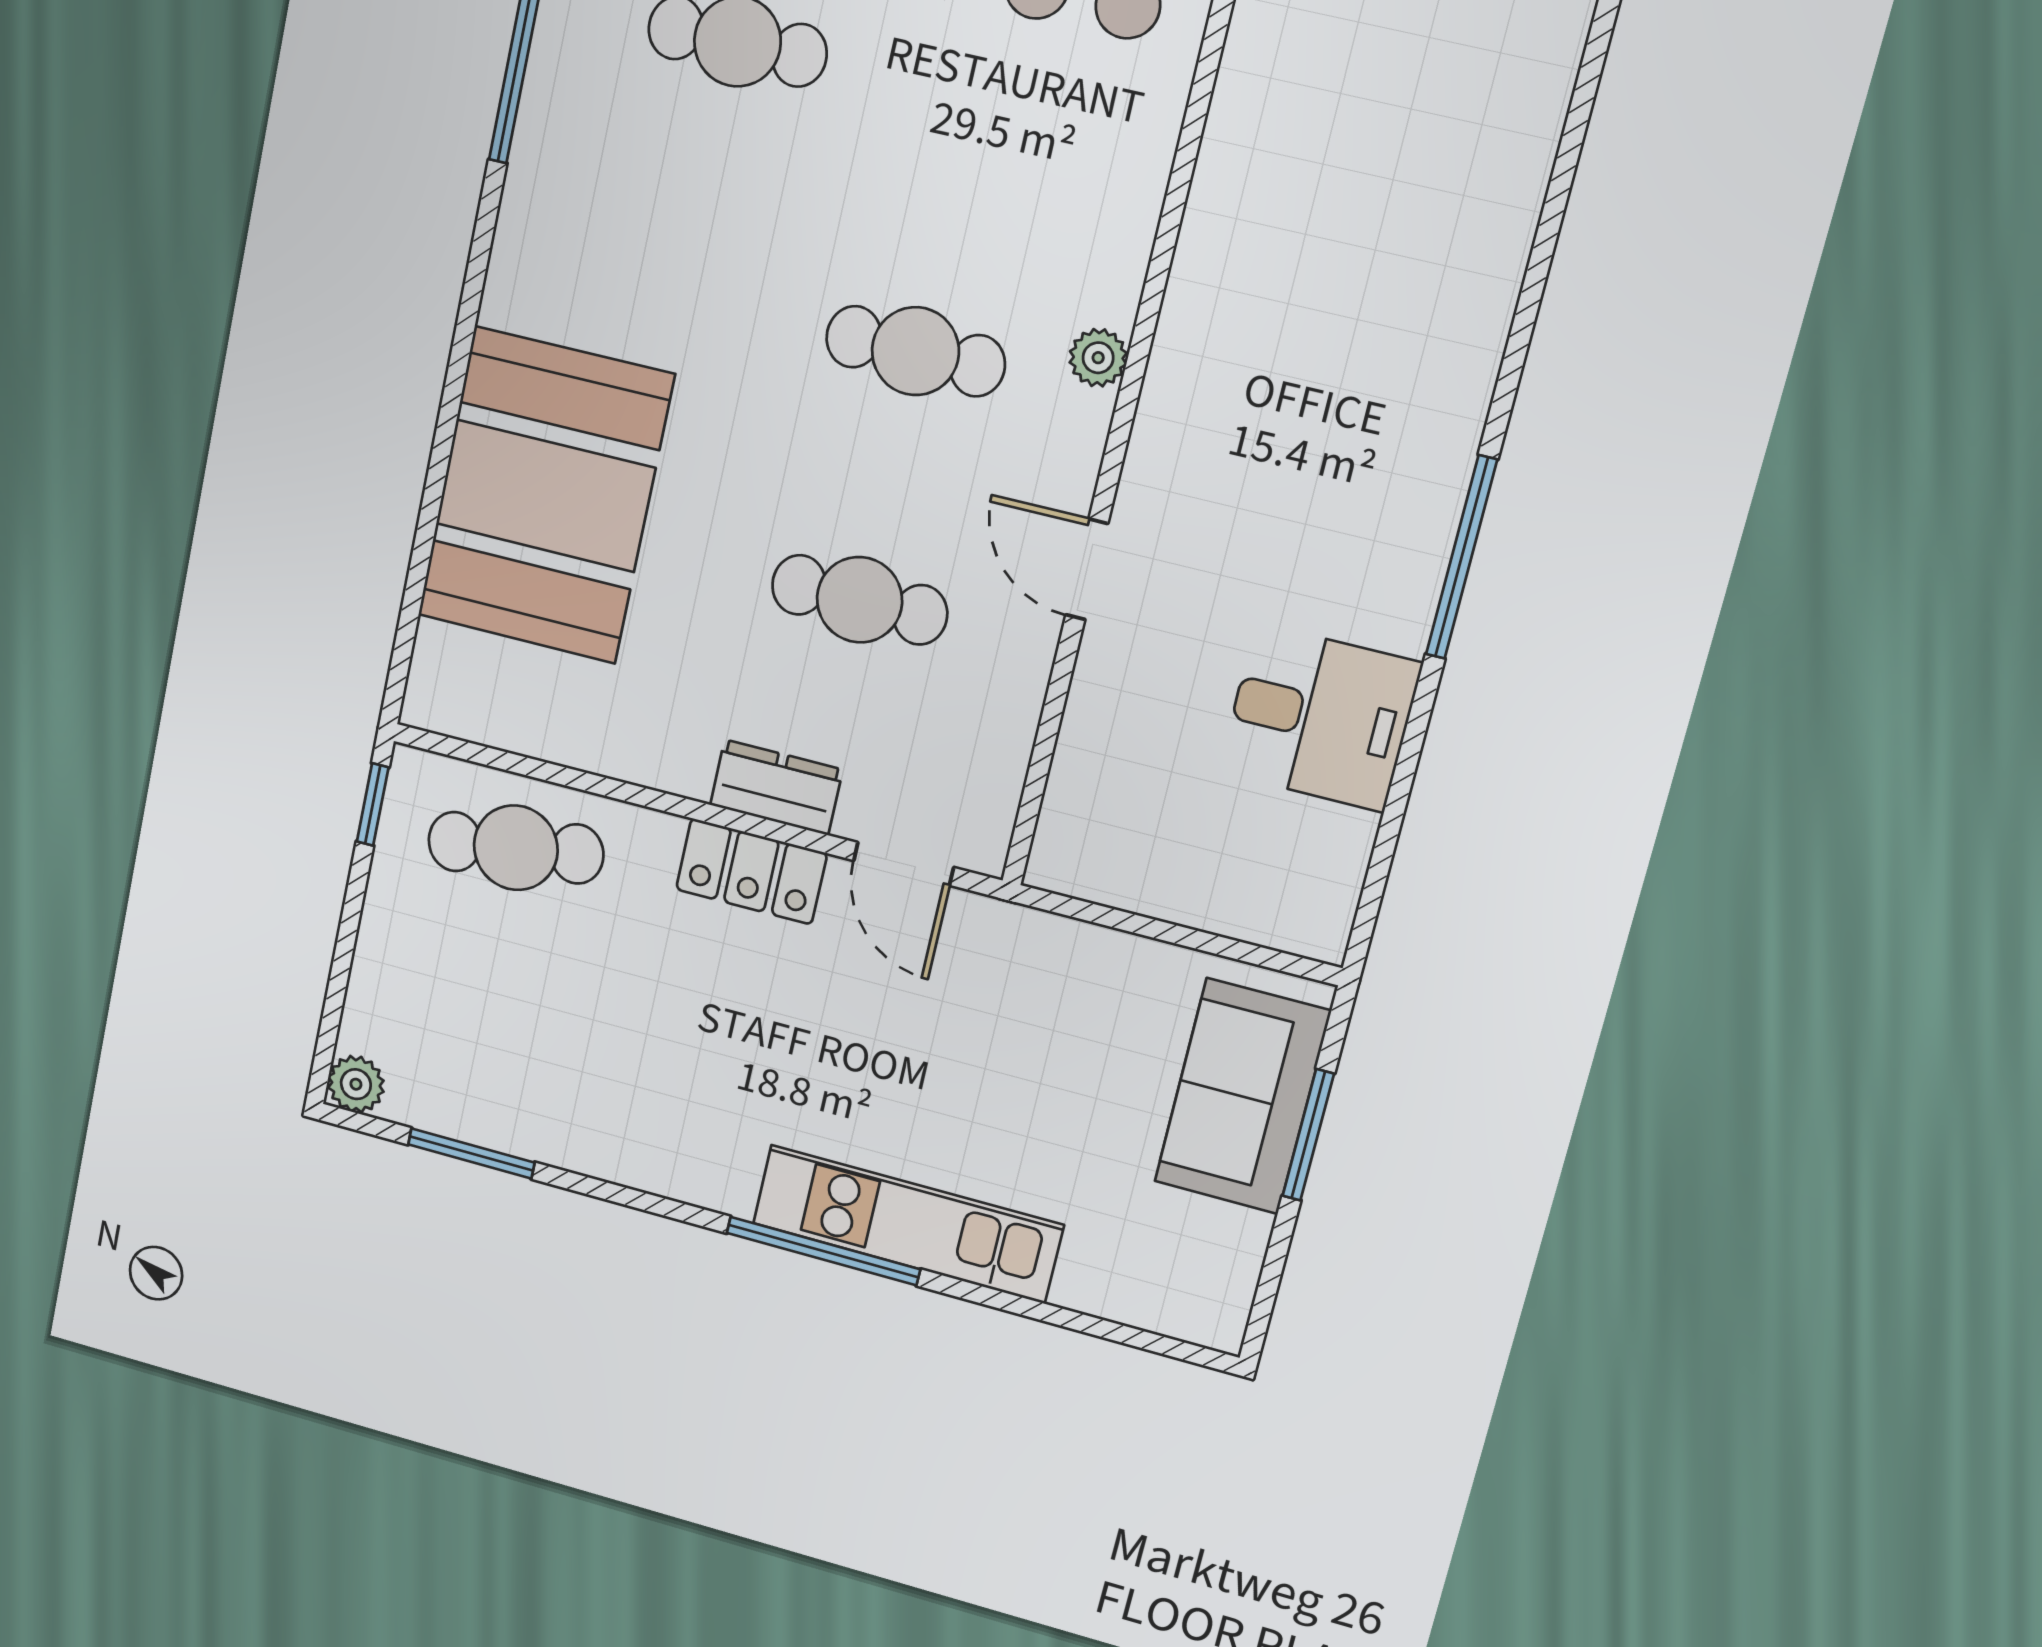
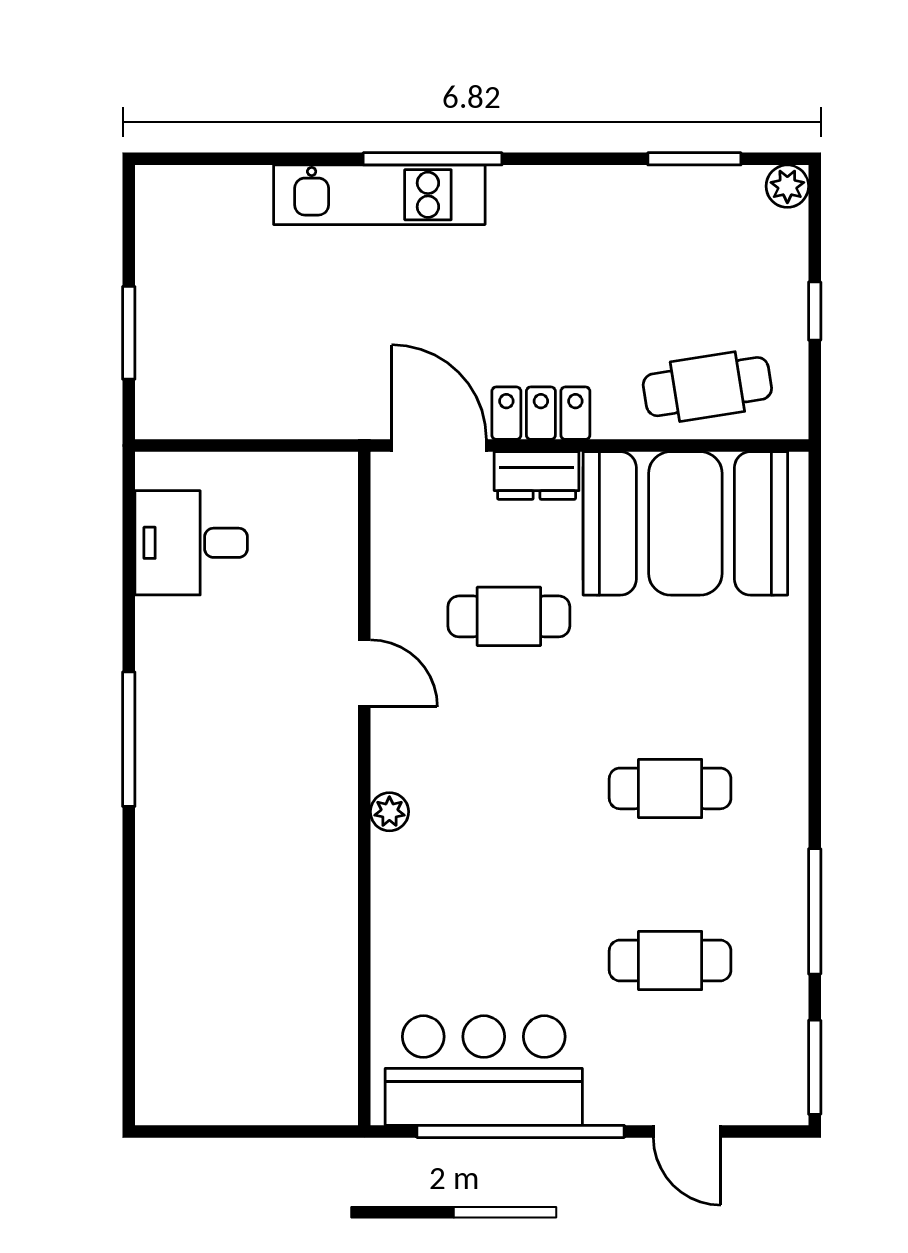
cafe table: (915, 351) -> (670, 788), moved
booth: (545, 496) -> (685, 523), moved, turned 90
desk: (1320, 718) -> (191, 543), moved
window: (373, 804) -> (815, 311), moved
door: (904, 864) -> (439, 445), width x1.38
sofa: (1242, 1096) -> (178, 347), removed

